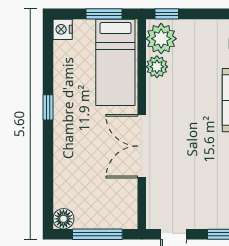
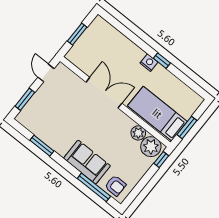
nightstand: (63, 29) -> (149, 63), moved
floor lamp: (63, 219) -> (99, 23), removed
window: (97, 234) -> (77, 34), width x0.69

